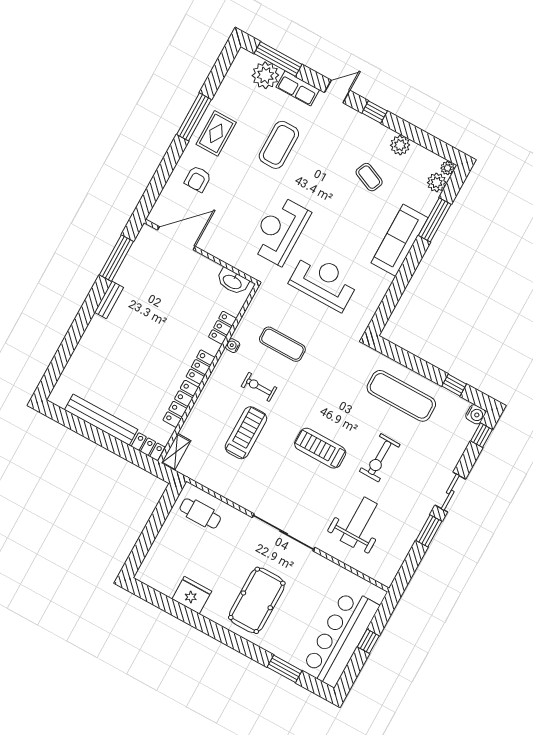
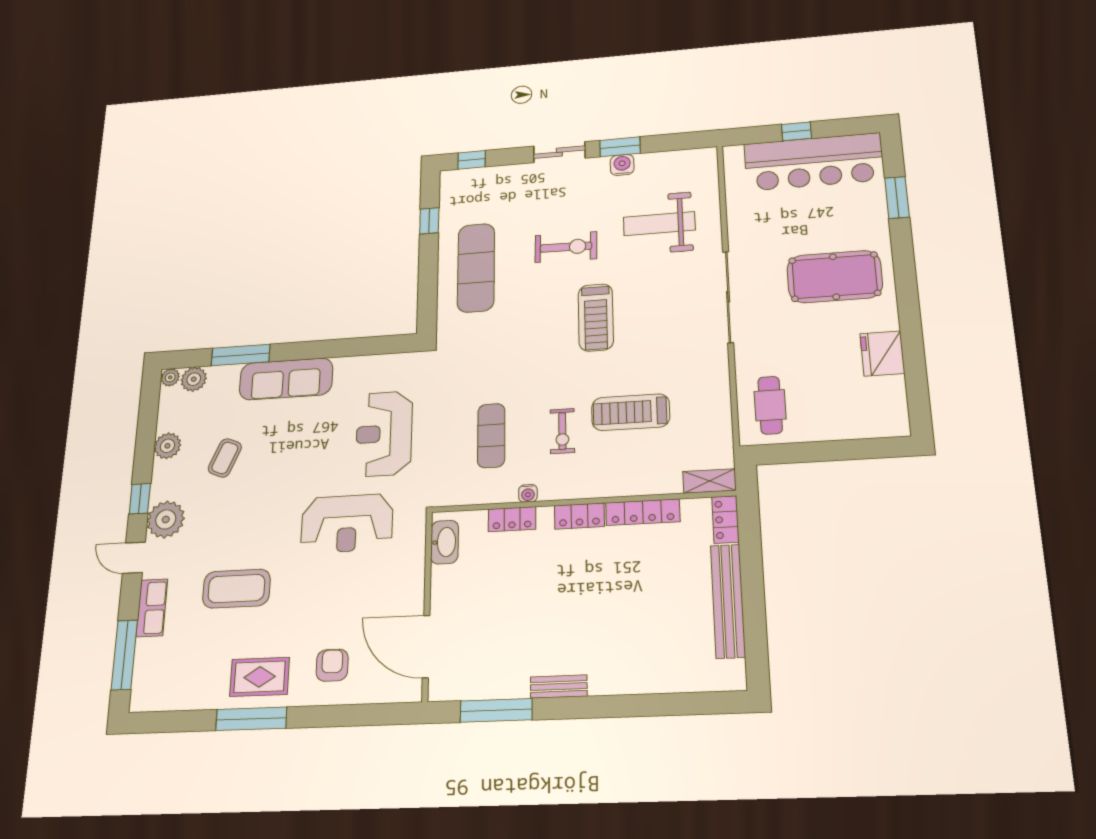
plant: (265, 75) -> (166, 519), moved
armchair: (198, 179) -> (332, 665), turned -90
water cooler: (476, 414) -> (622, 165), moved

